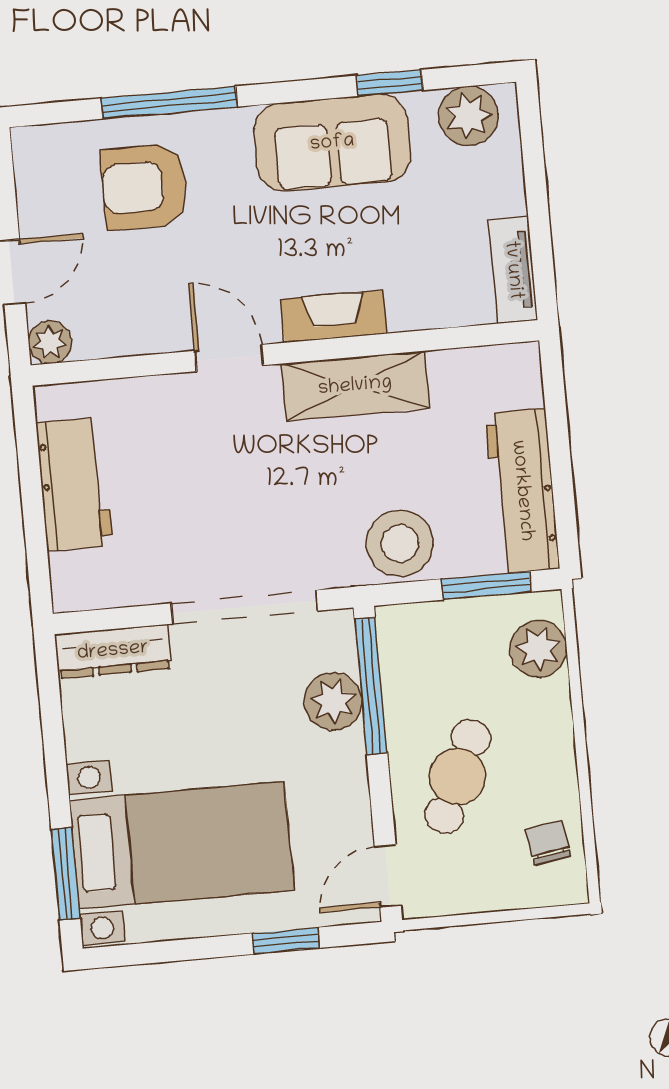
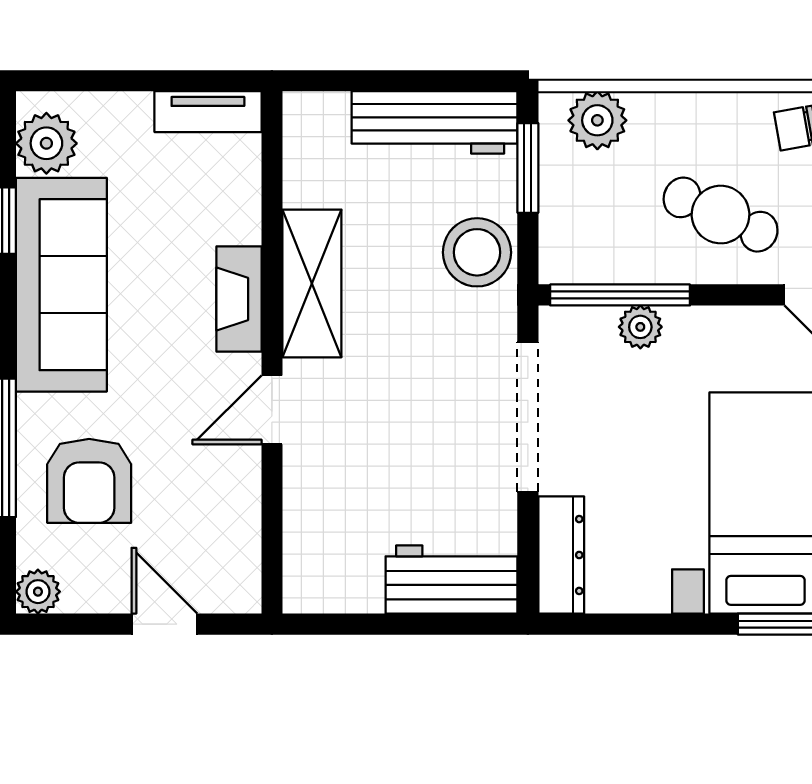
sofa: (332, 143) -> (61, 285), width x1.36
plant: (50, 342) -> (38, 592), moved
workbench: (74, 484) -> (451, 580), moved
plant: (333, 701) -> (640, 327), width x0.73, depth x0.73

